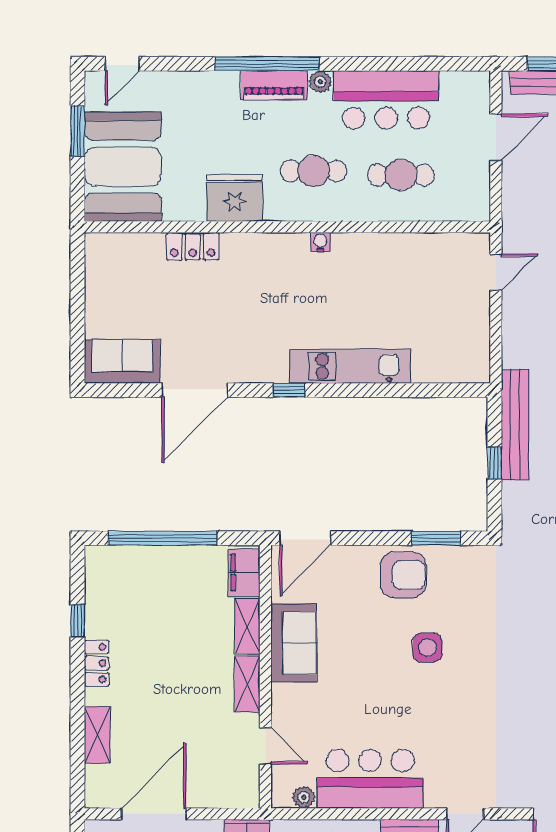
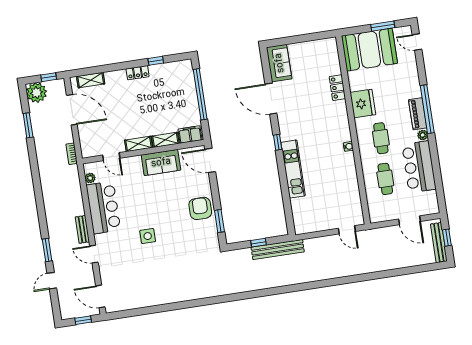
armchair: (403, 575) -> (200, 208), turned 180
side table: (427, 648) -> (148, 236), moved
shelving: (97, 735) -> (91, 80), moved
door: (265, 746) -> (111, 157), hinge flipped

